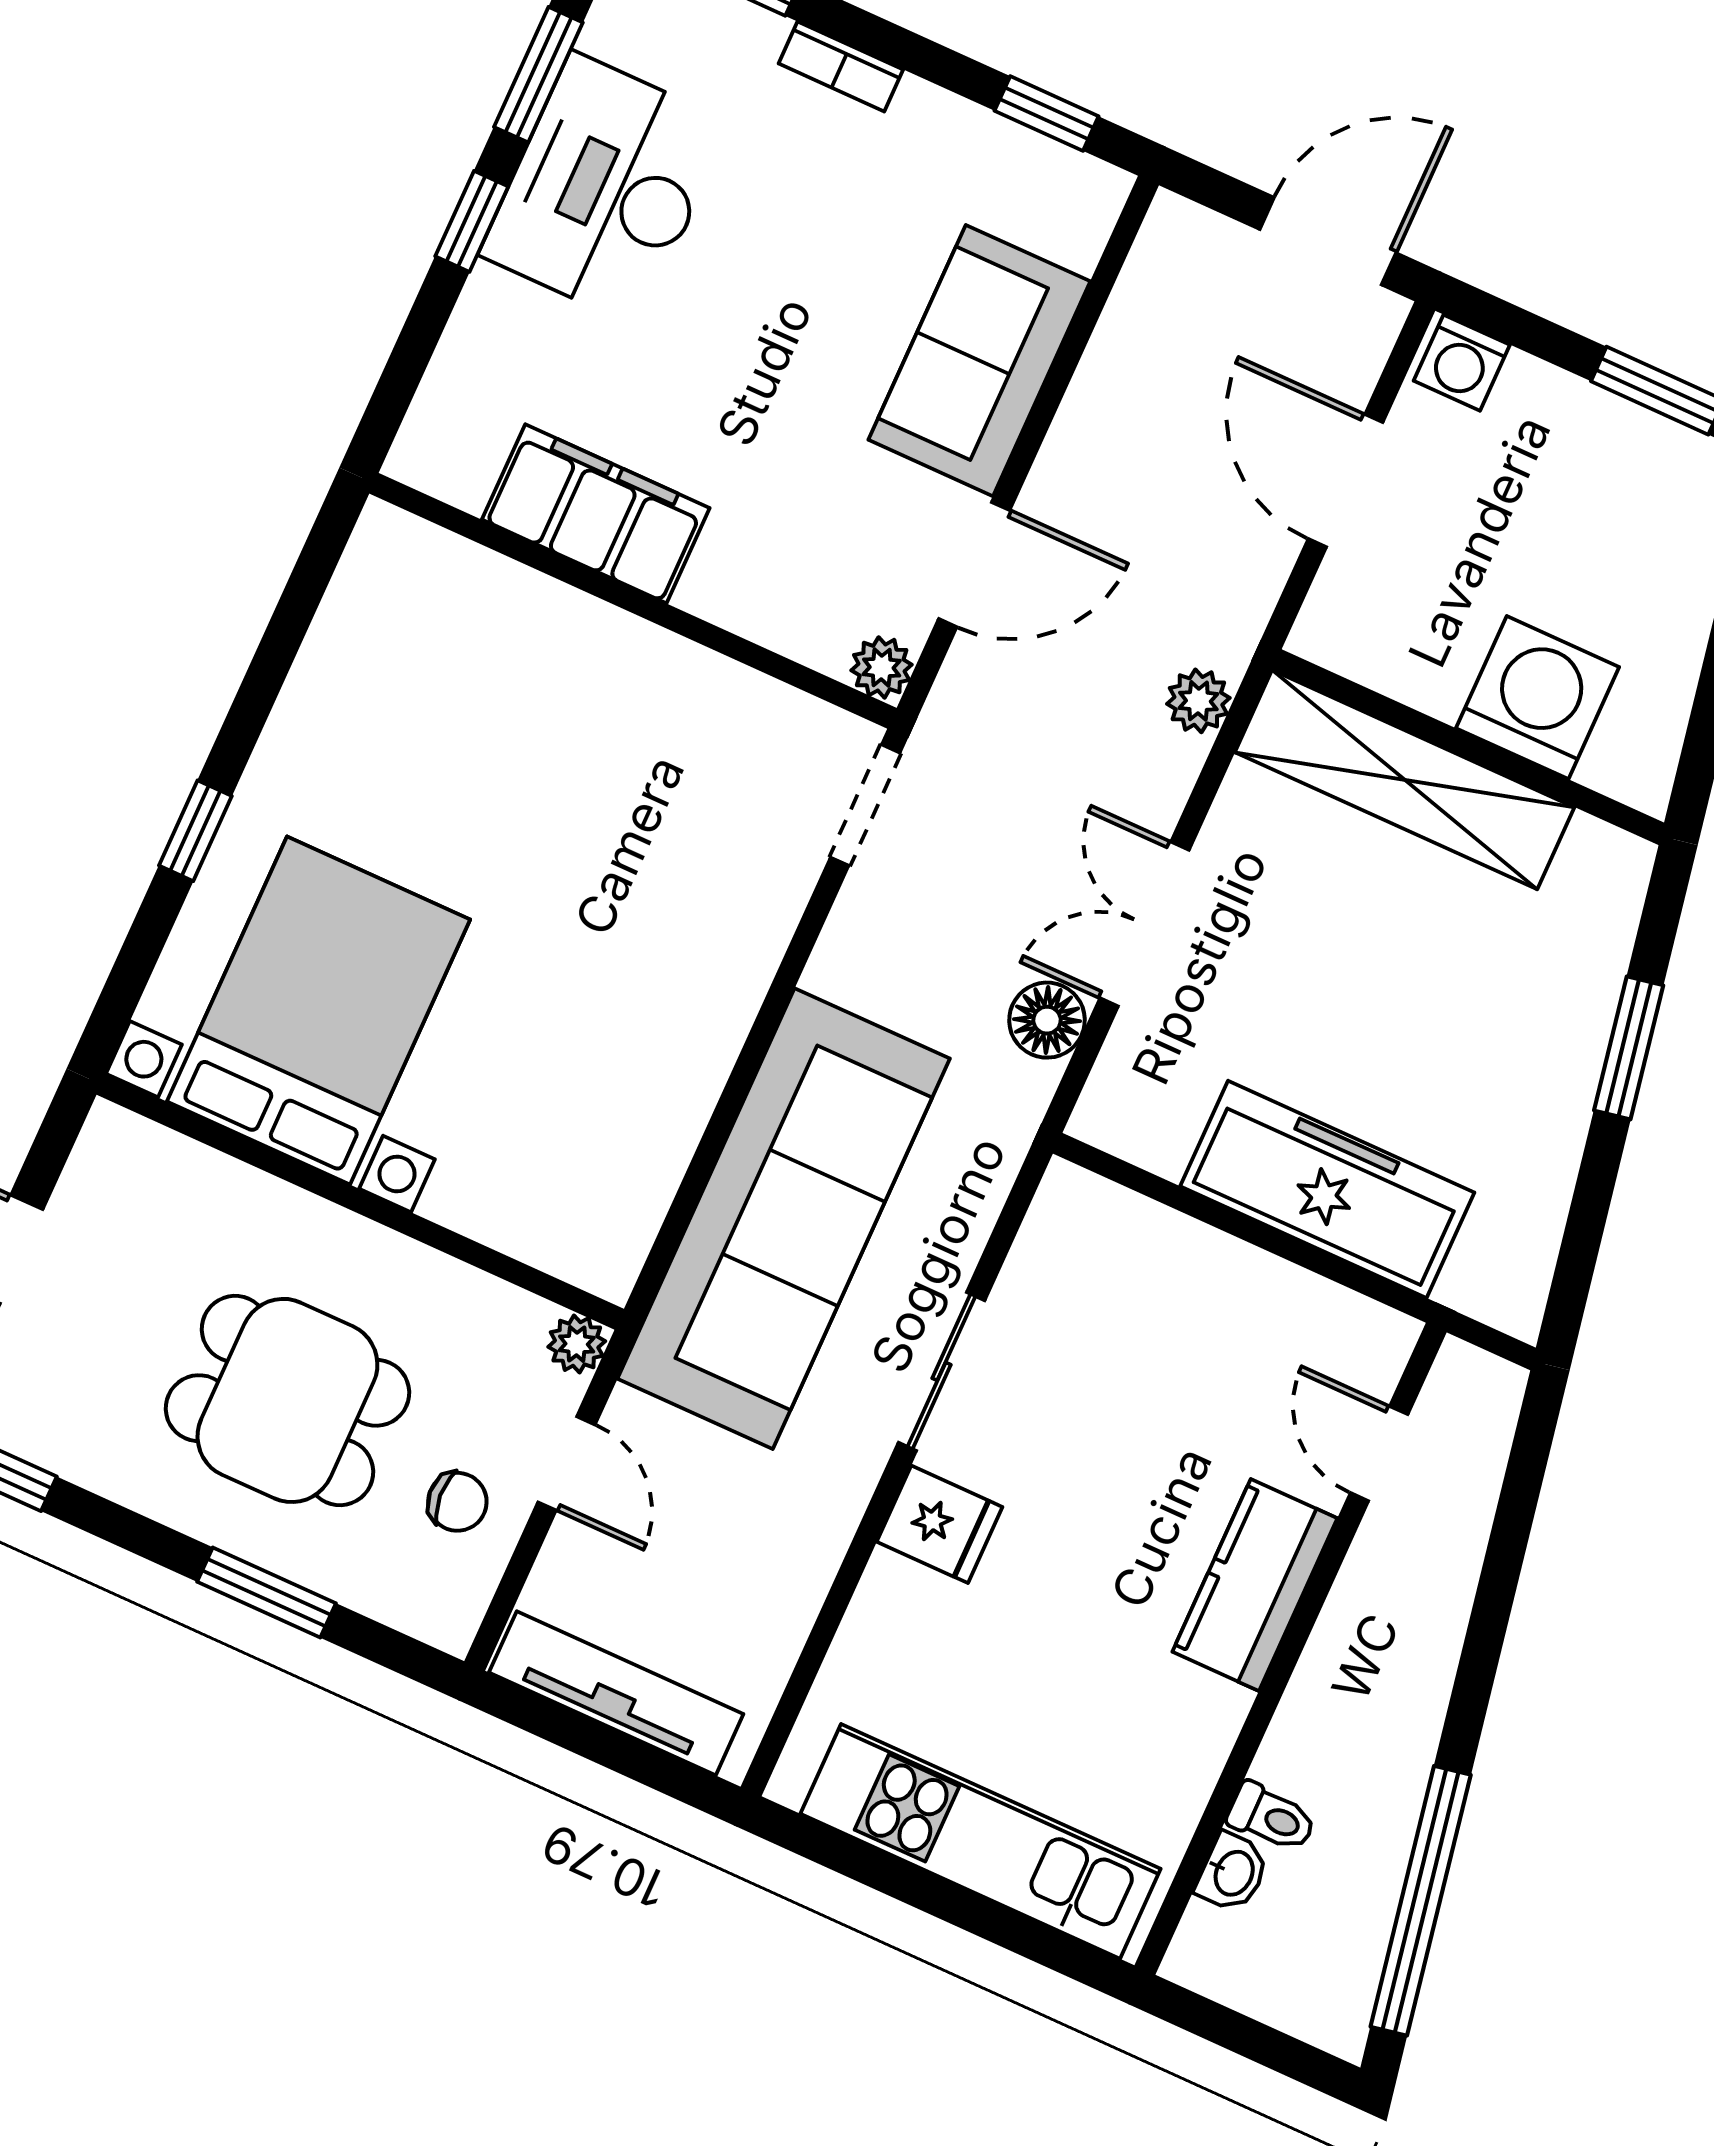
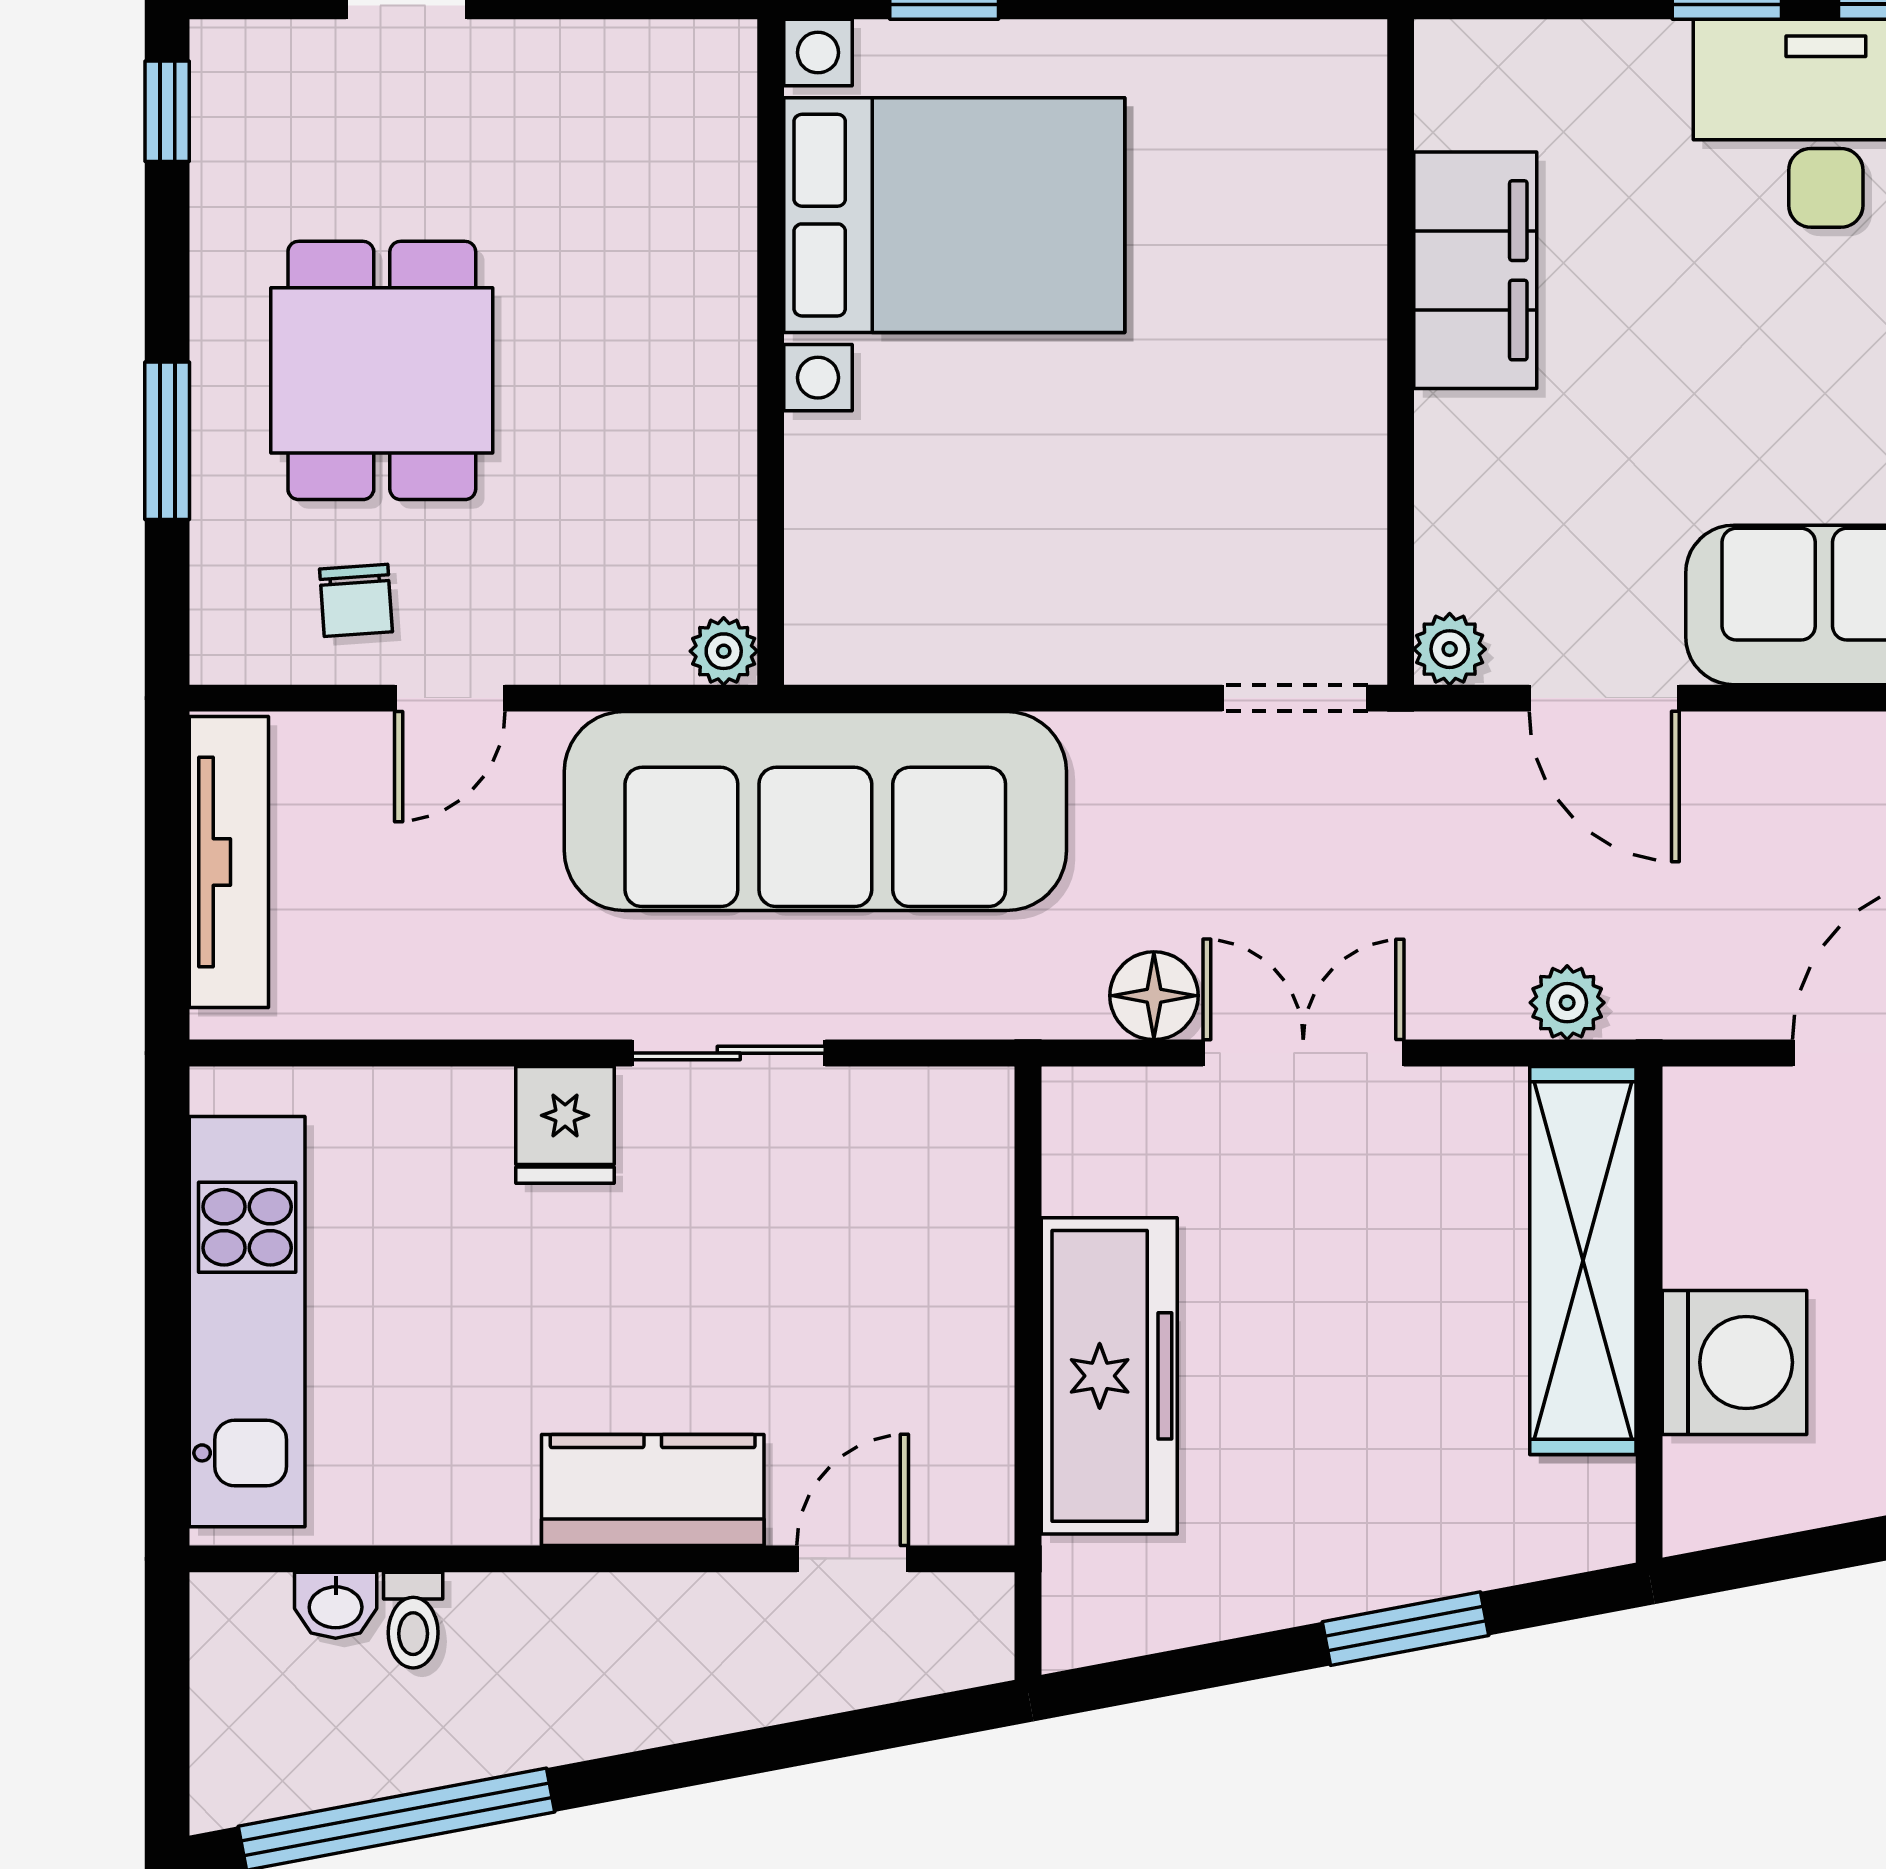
bed with nightstands: (319, 1011) -> (954, 215), moved
wall: (360, 1202) -> (771, 352), moved
plant: (577, 1344) -> (724, 651), moved

